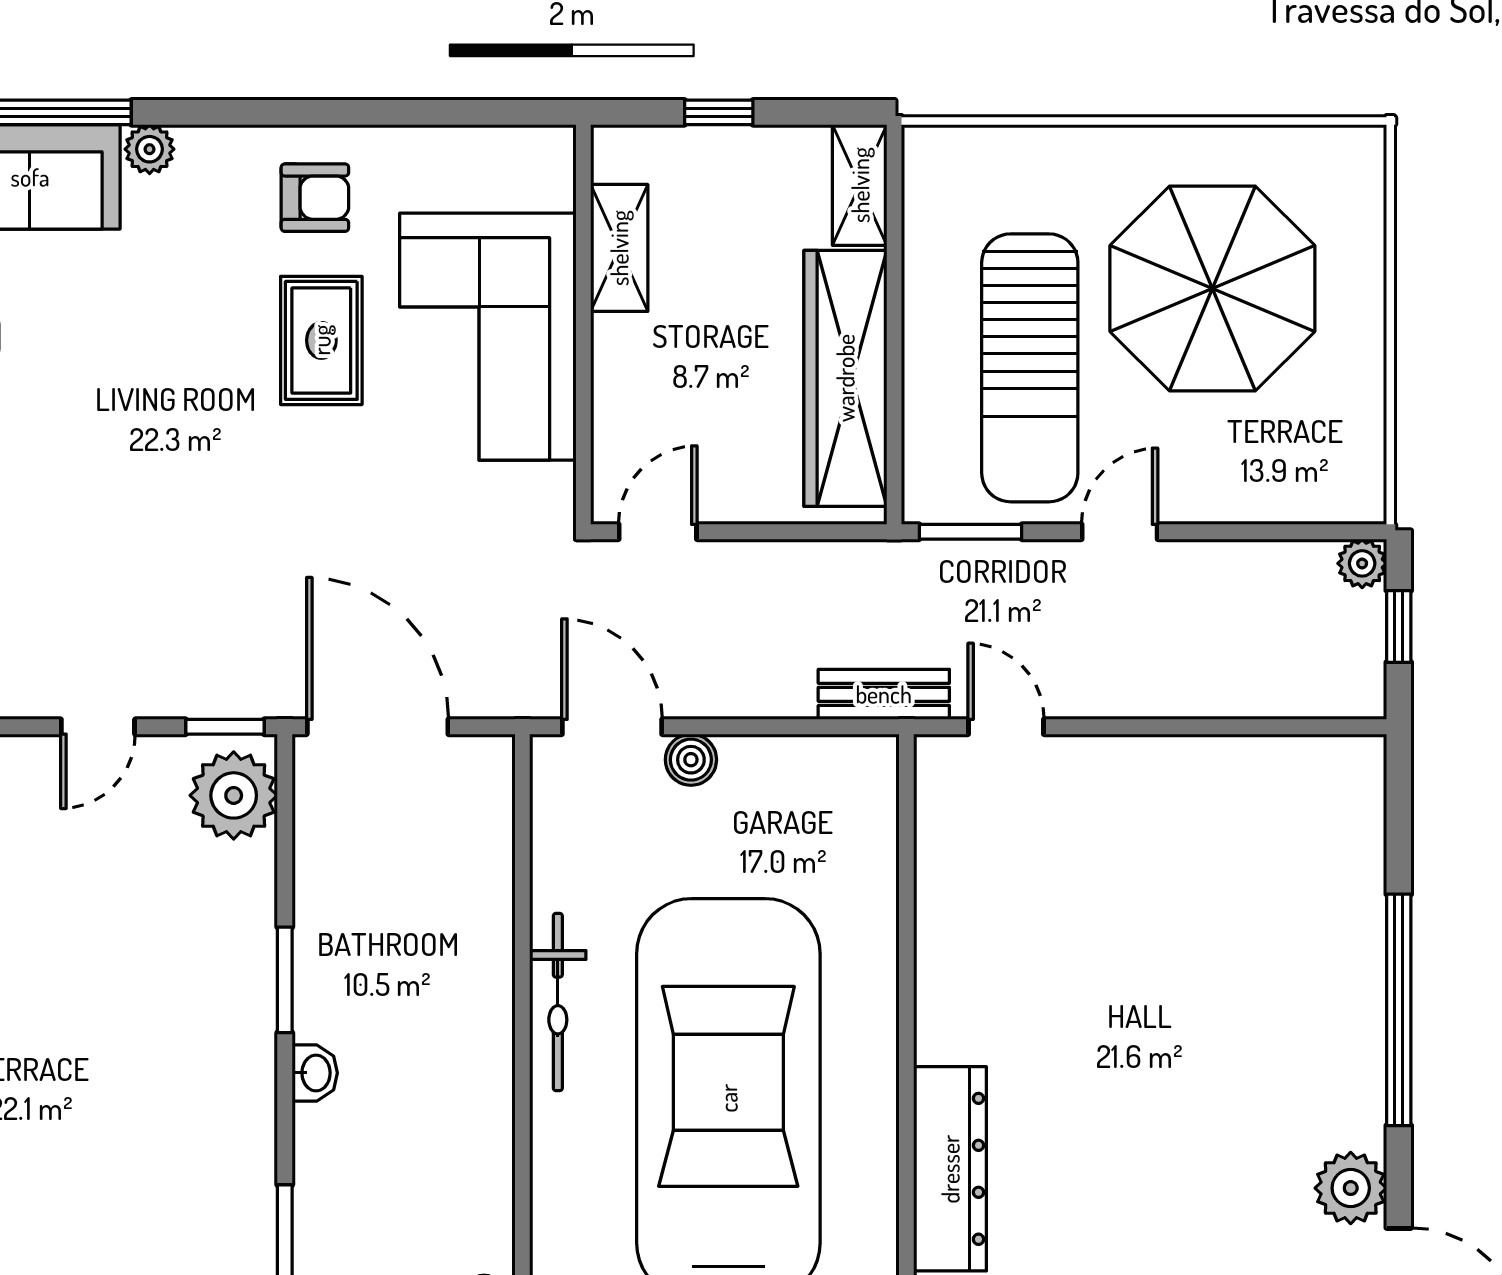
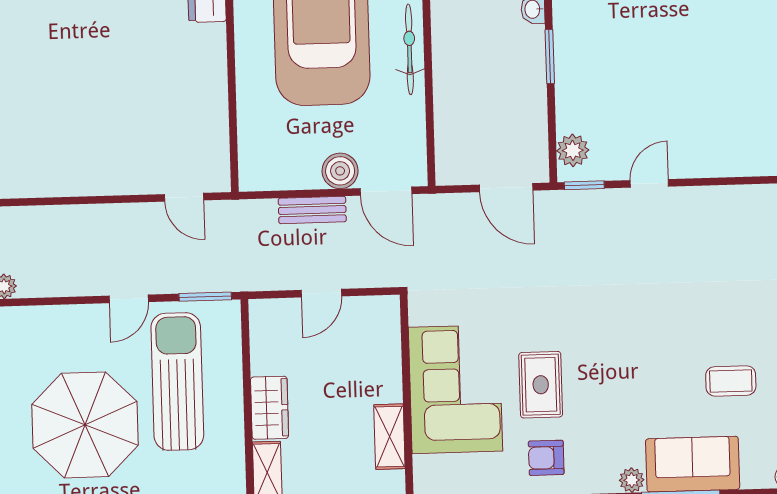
wardrobe: (845, 378) -> (270, 408), width x0.48, depth x0.85
door: (658, 532) -> (321, 293), moved
bench: (884, 694) -> (312, 210), moved
door: (378, 727) -> (506, 188), width x0.73
boiler: (691, 760) -> (340, 171), width x1.36, depth x1.36
plant: (234, 795) -> (573, 150), width x0.73, depth x0.73

